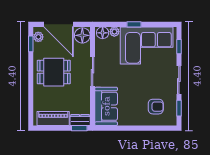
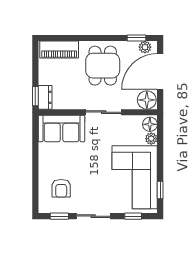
window: (134, 24) -> (160, 190), moved
piano: (53, 118) -> (59, 50), moved, turned 90

